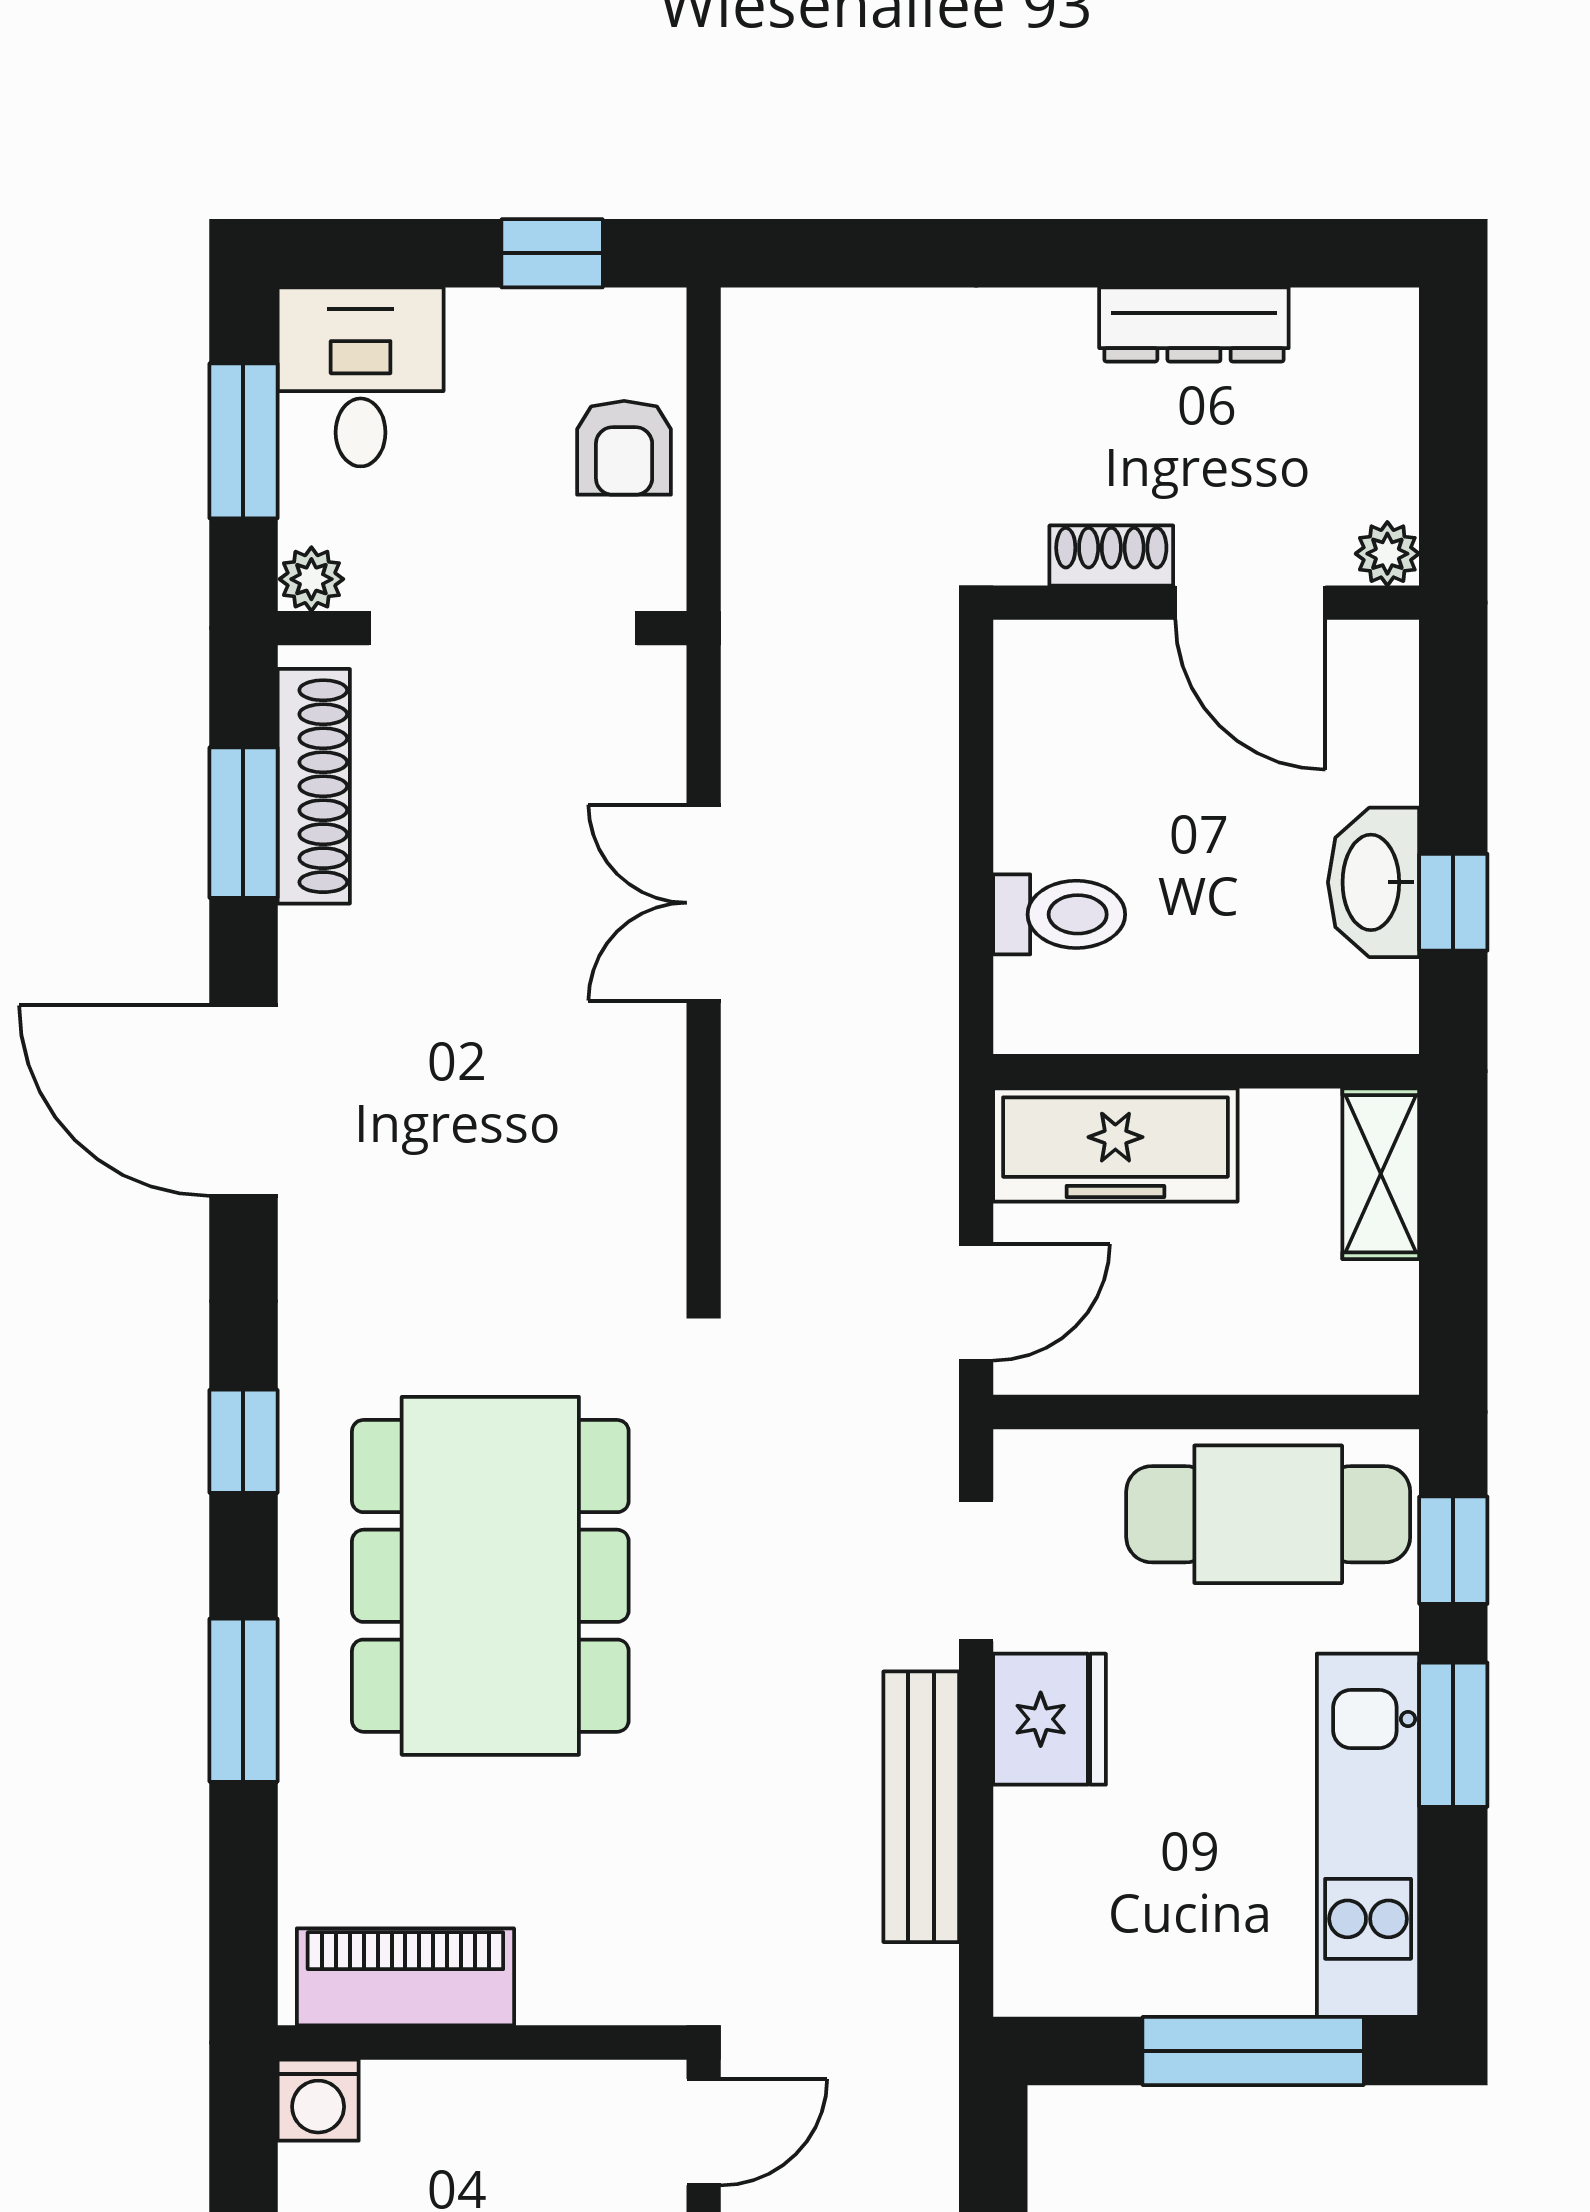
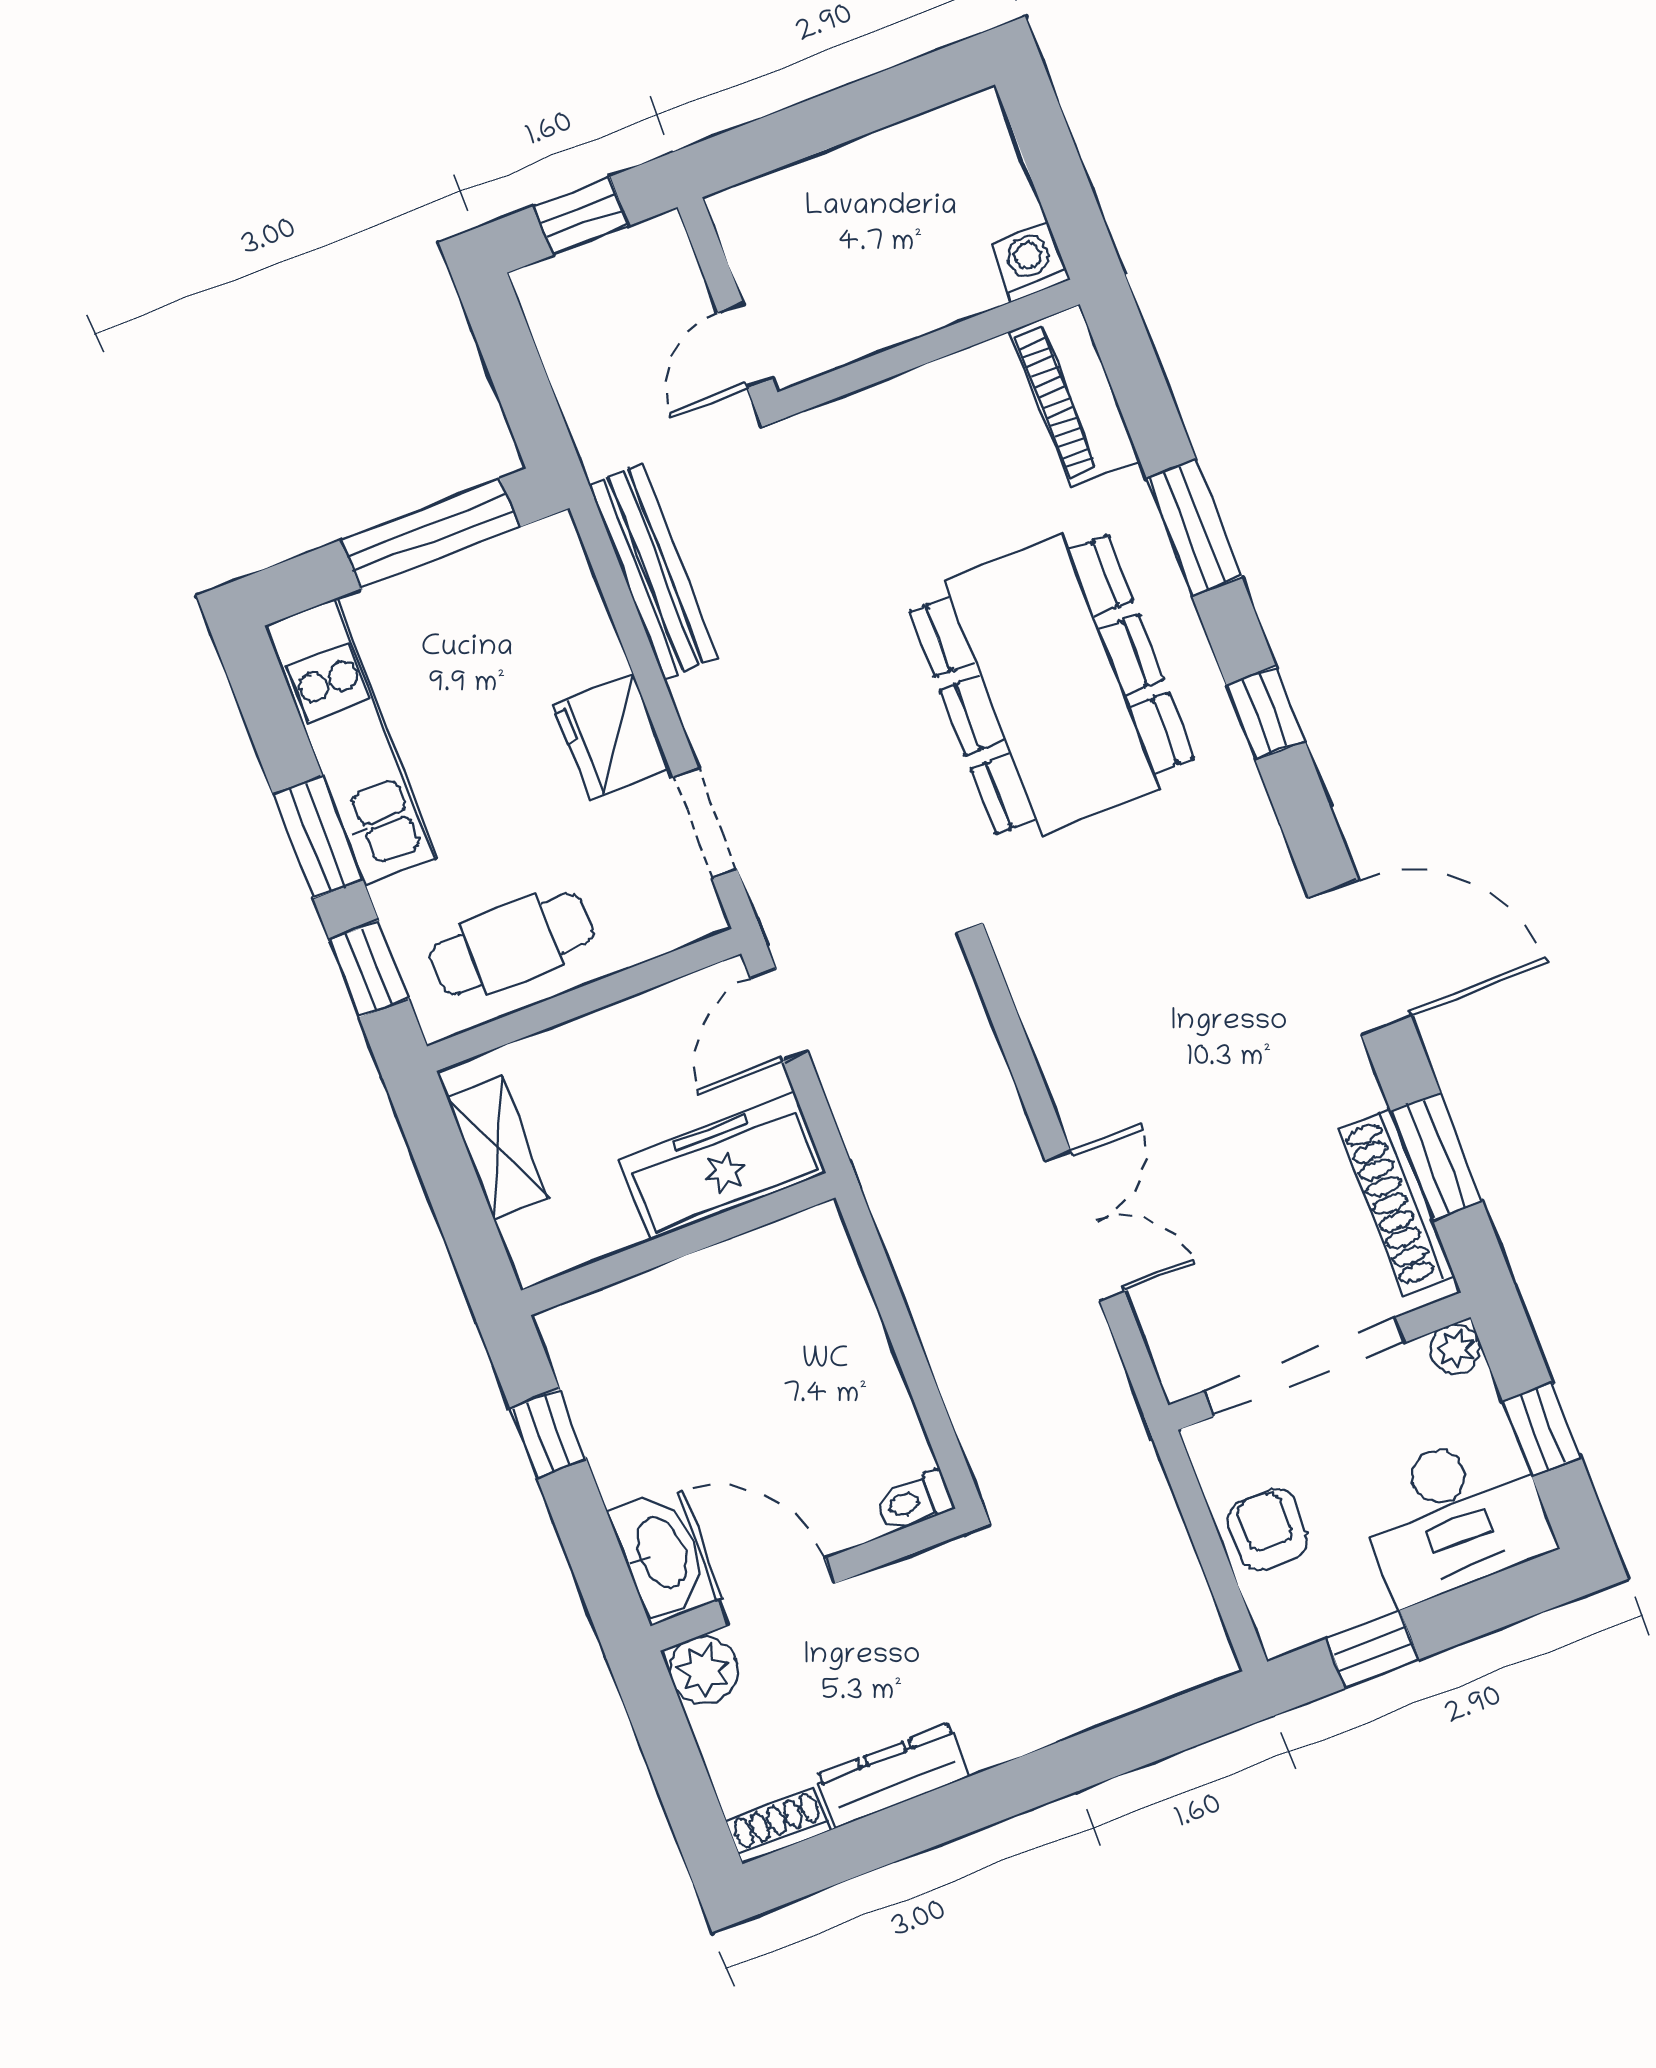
desk: (361, 377) -> (1454, 1516), width x1.37
window: (243, 441) -> (1542, 1429), width x0.67
plant: (1387, 554) -> (704, 1670), width x1.38, depth x1.38
shoe rack: (1111, 556) -> (778, 1826), moved, turned 180
washbasin: (1374, 882) -> (660, 1553), moved
toilet: (1059, 914) -> (914, 1501), moved, width x0.73, depth x0.72
shelving: (1381, 1174) -> (498, 1148), moved
cafe table: (1268, 1514) -> (511, 944), width x0.73, depth x0.74
bench: (921, 1807) -> (653, 571), moved
piano: (405, 1977) -> (1075, 395), moved, turned 90
window: (1253, 2051) -> (430, 534), moved

